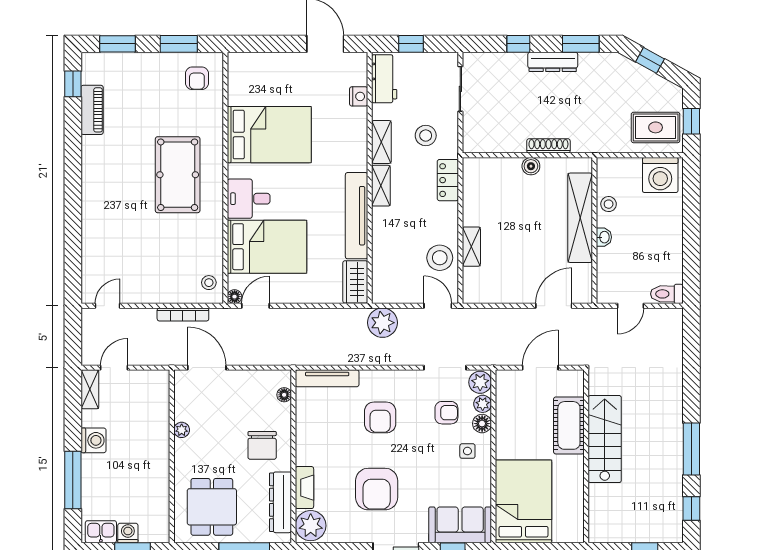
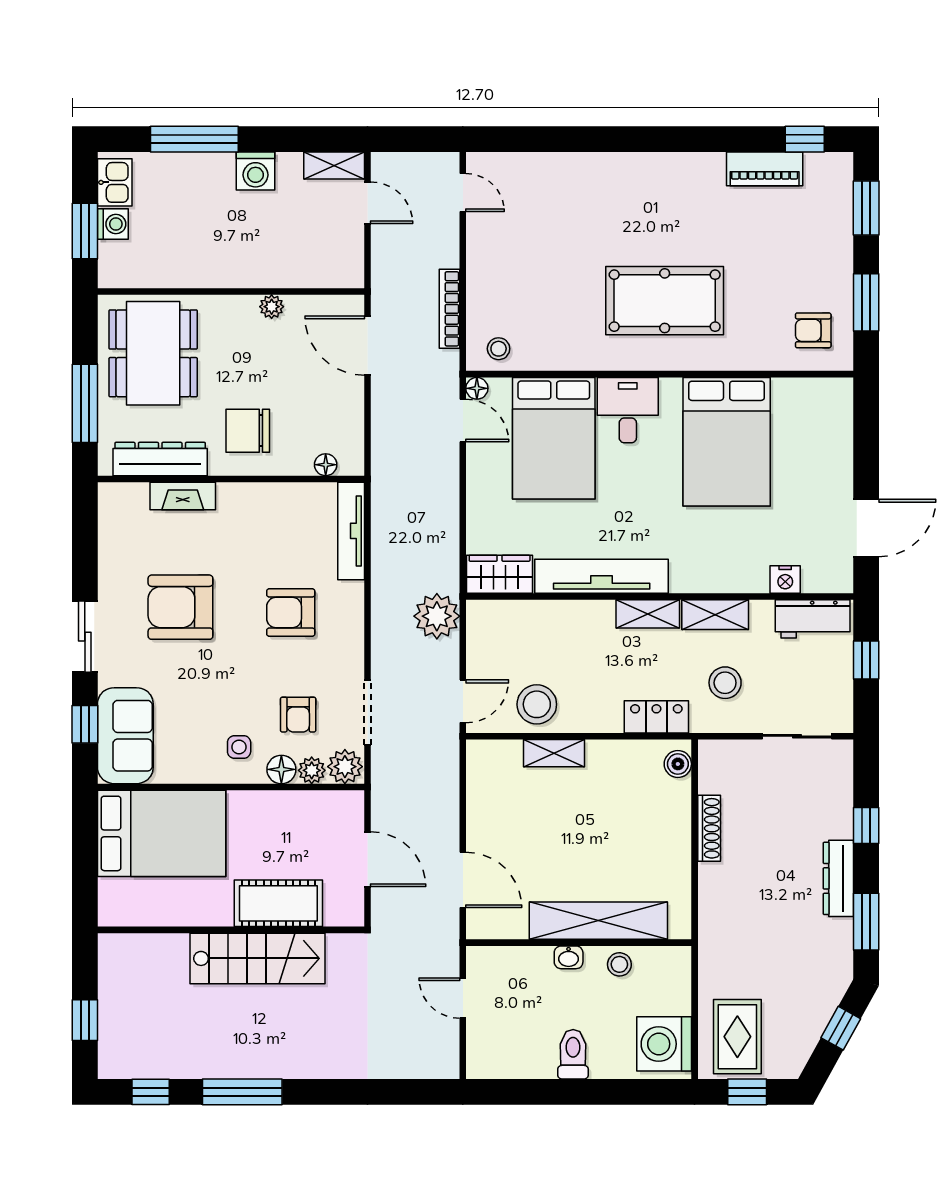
shoe rack: (548, 146) -> (709, 828), moved
boiler: (531, 166) -> (678, 764), moved
toilet: (667, 294) -> (573, 1054), moved
door: (207, 368) -> (367, 346), swing flipped
dining table: (212, 507) -> (153, 353), width x1.38
plant: (311, 526) -> (124, 506), removed

